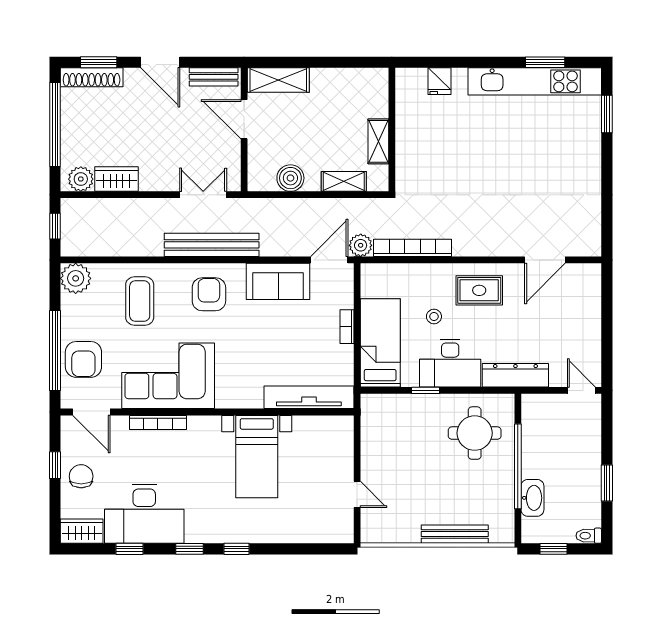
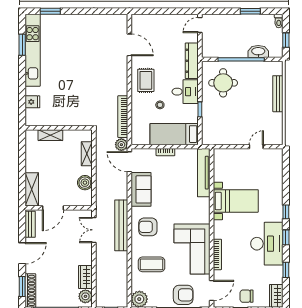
shelving: (378, 141) -> (50, 135), moved
desk: (450, 363) -> (185, 92), width x0.73
desk: (144, 514) -> (267, 244), moved

